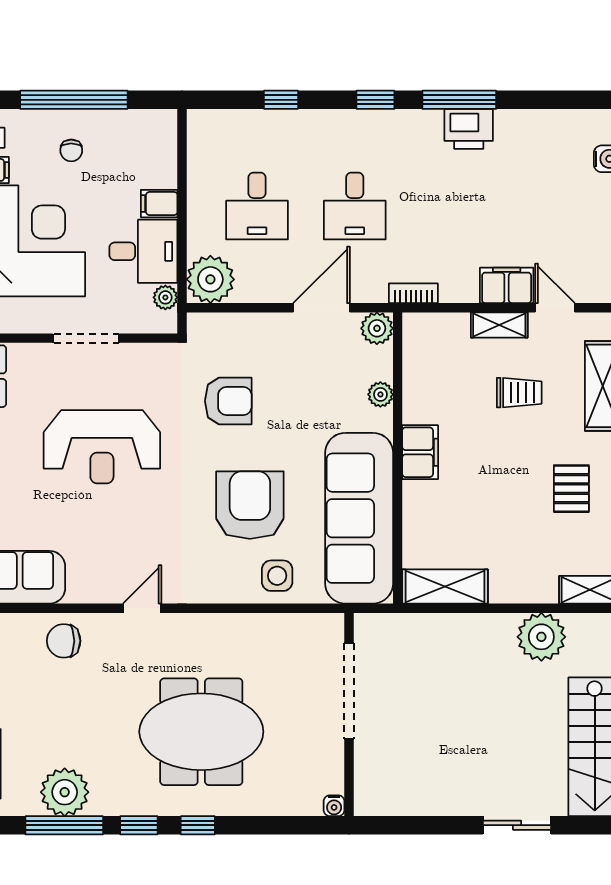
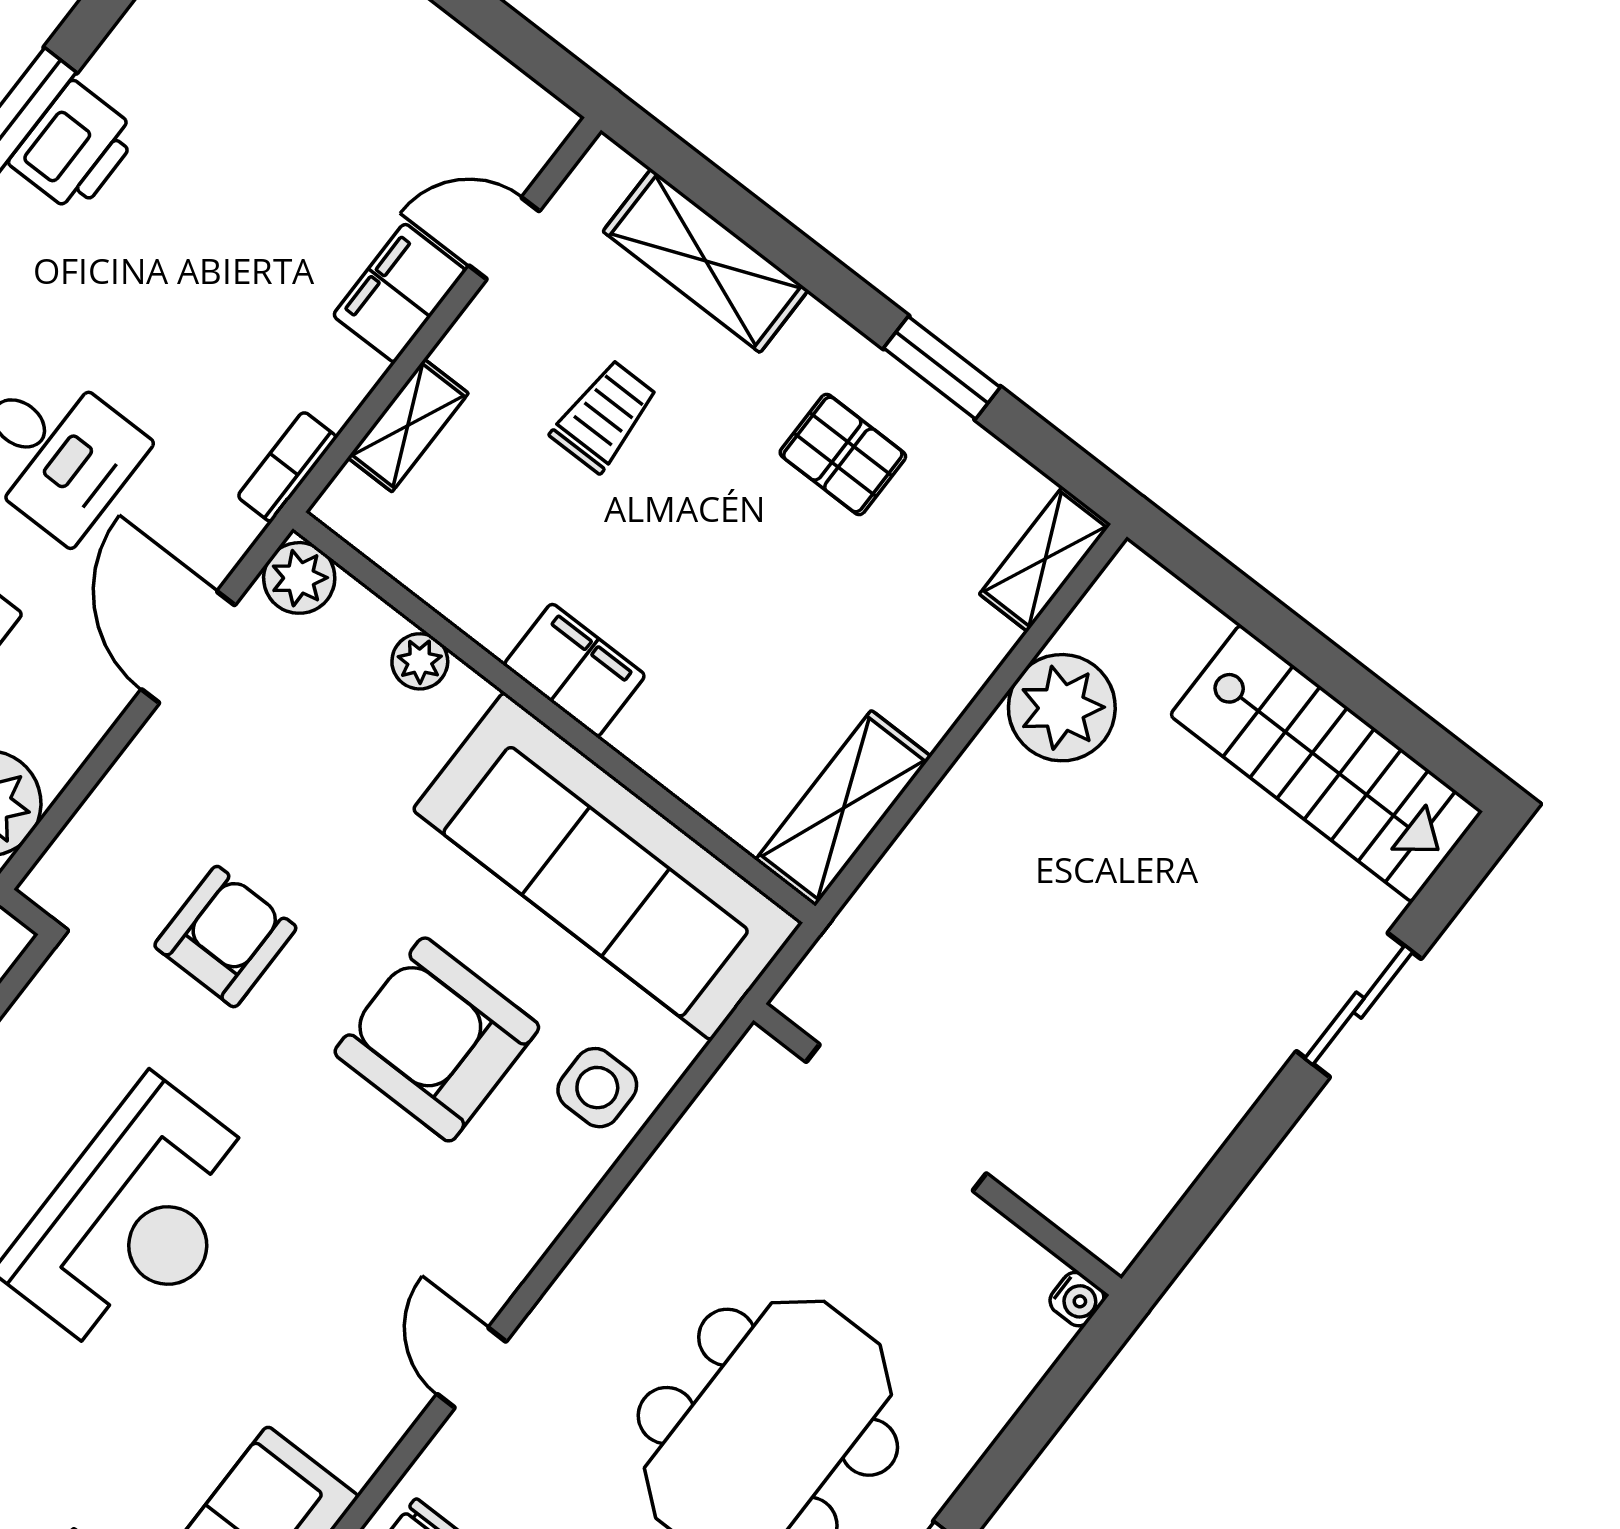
shelving: (499, 325) -> (408, 425), moved

